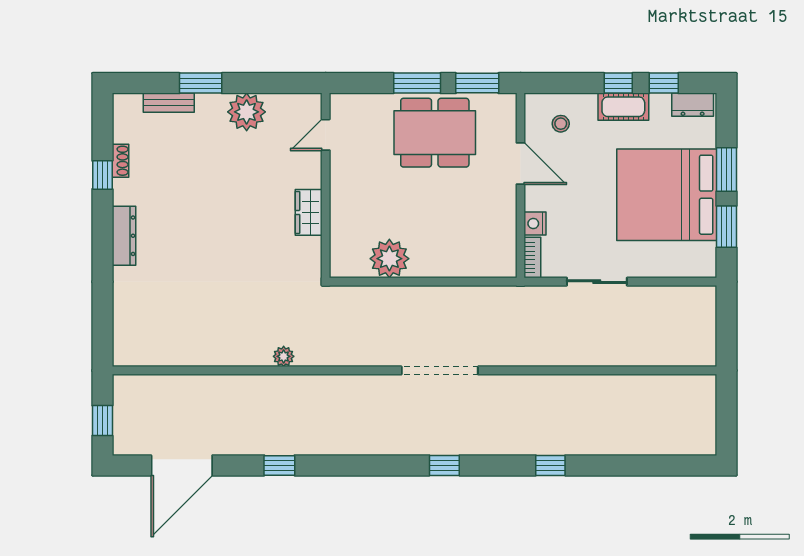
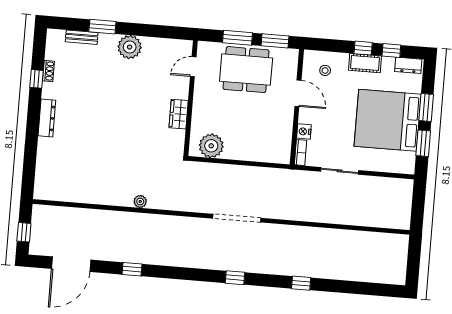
door: (326, 135) -> (193, 67), moved
wall: (326, 185) -> (191, 98), moved
wardrobe: (309, 212) -> (179, 114), moved

